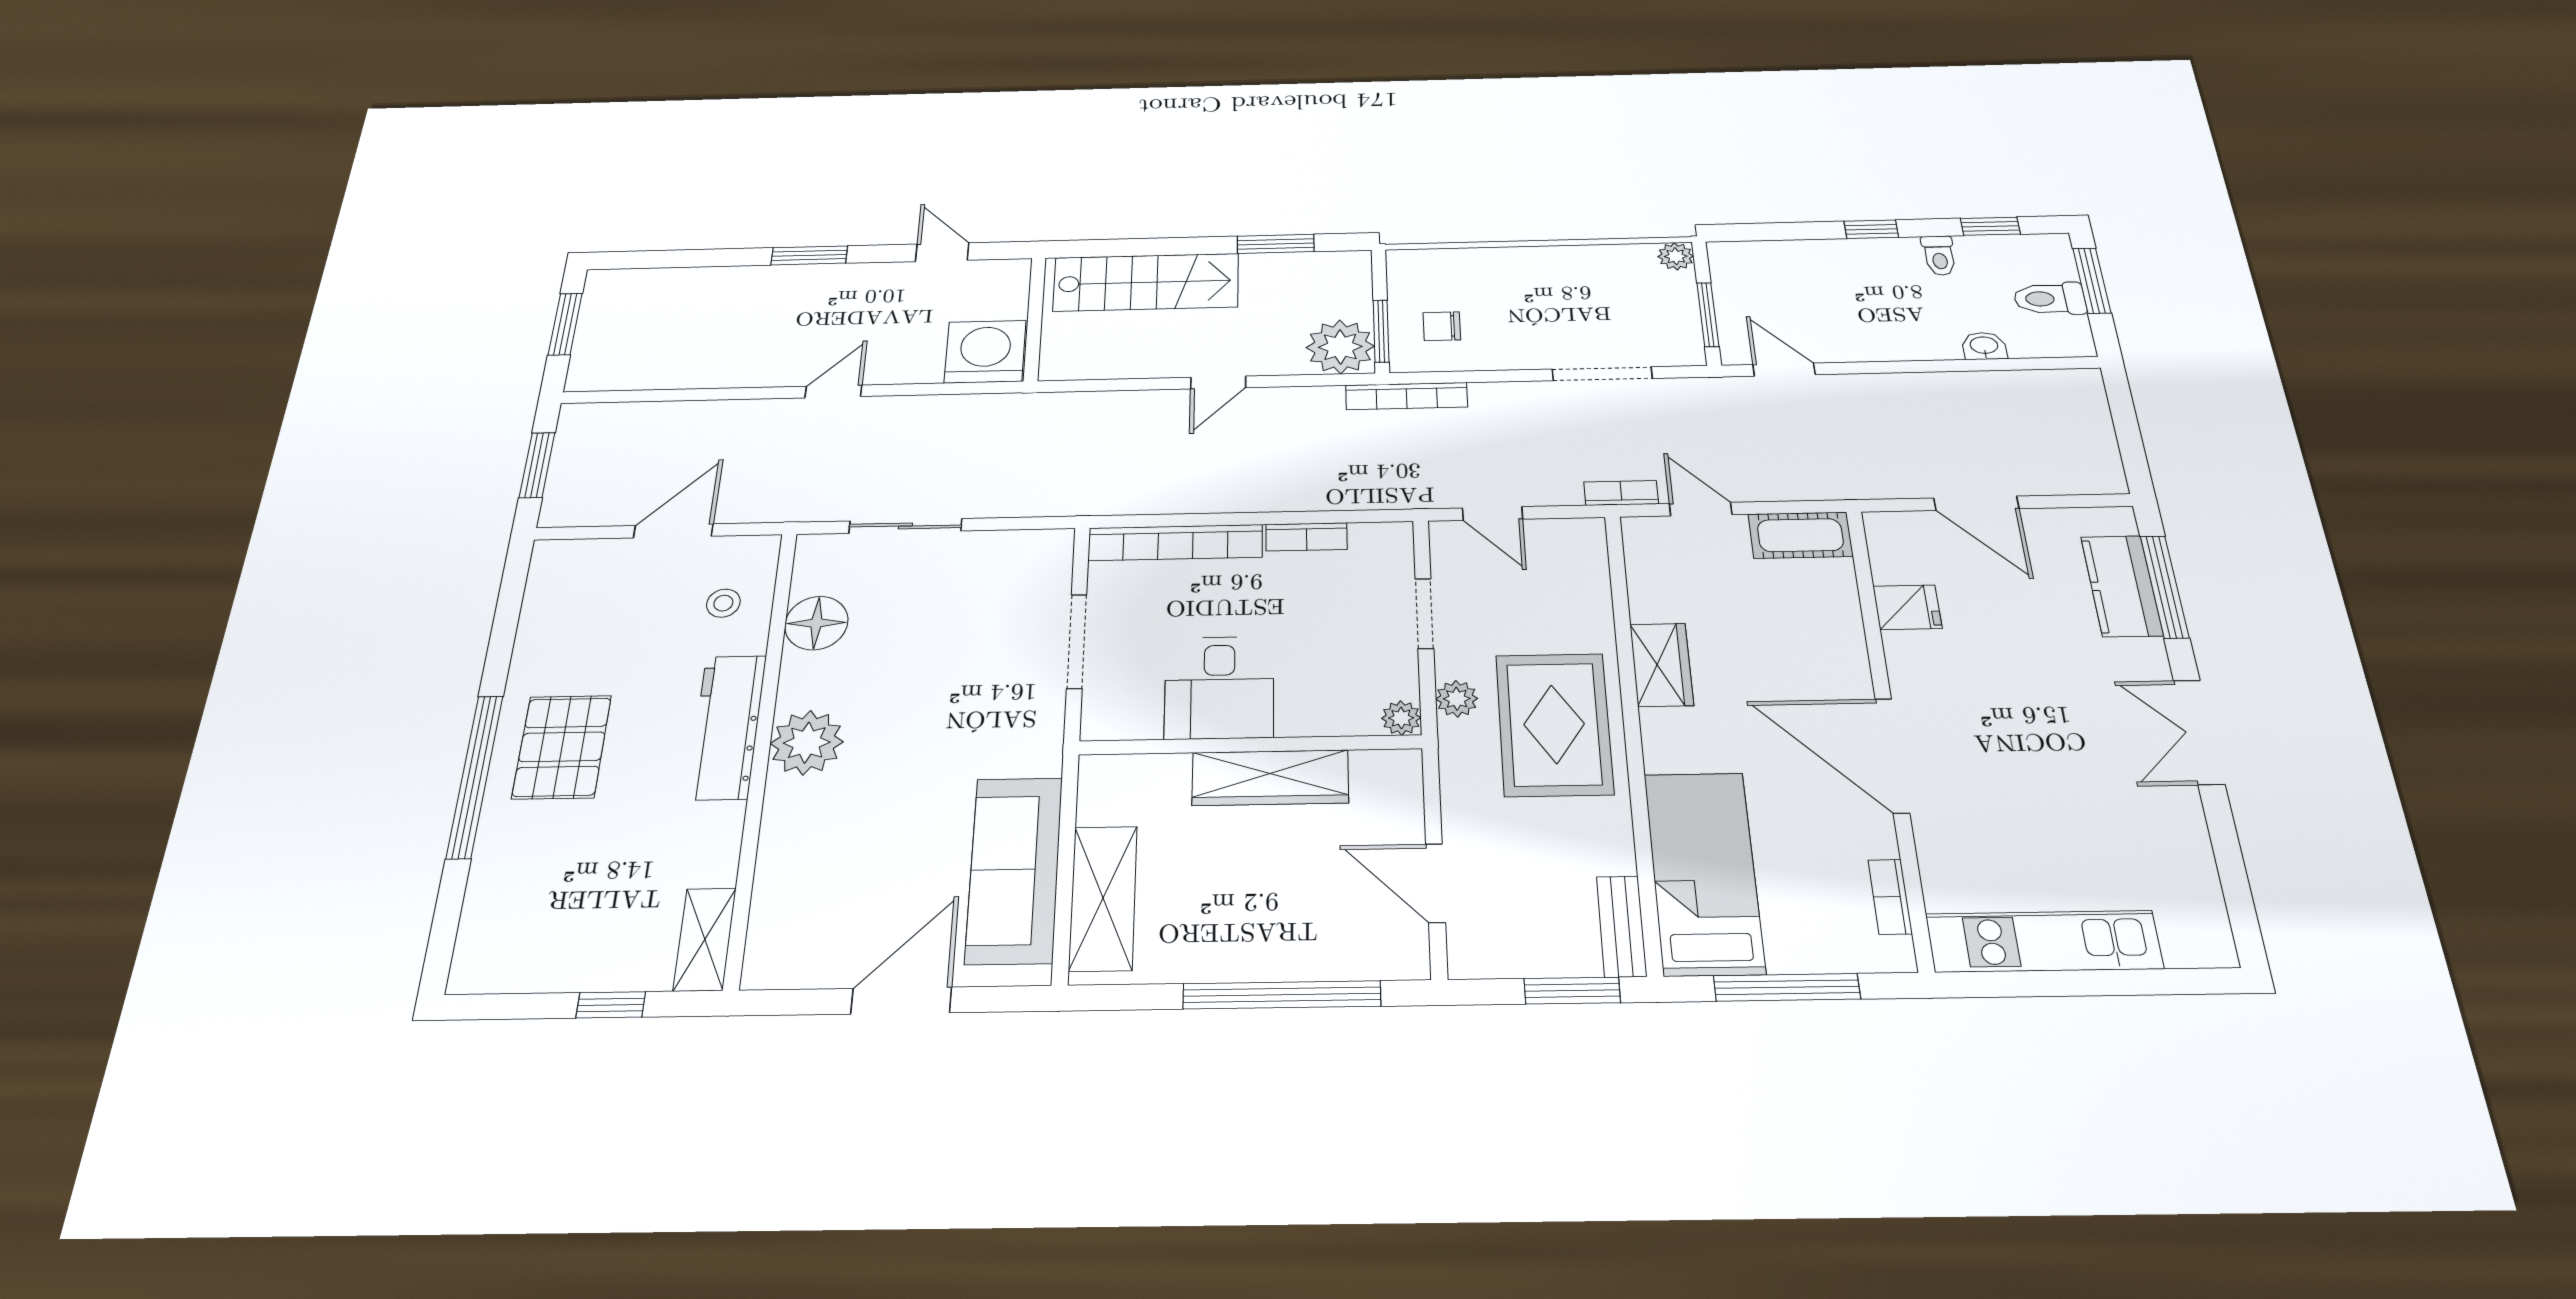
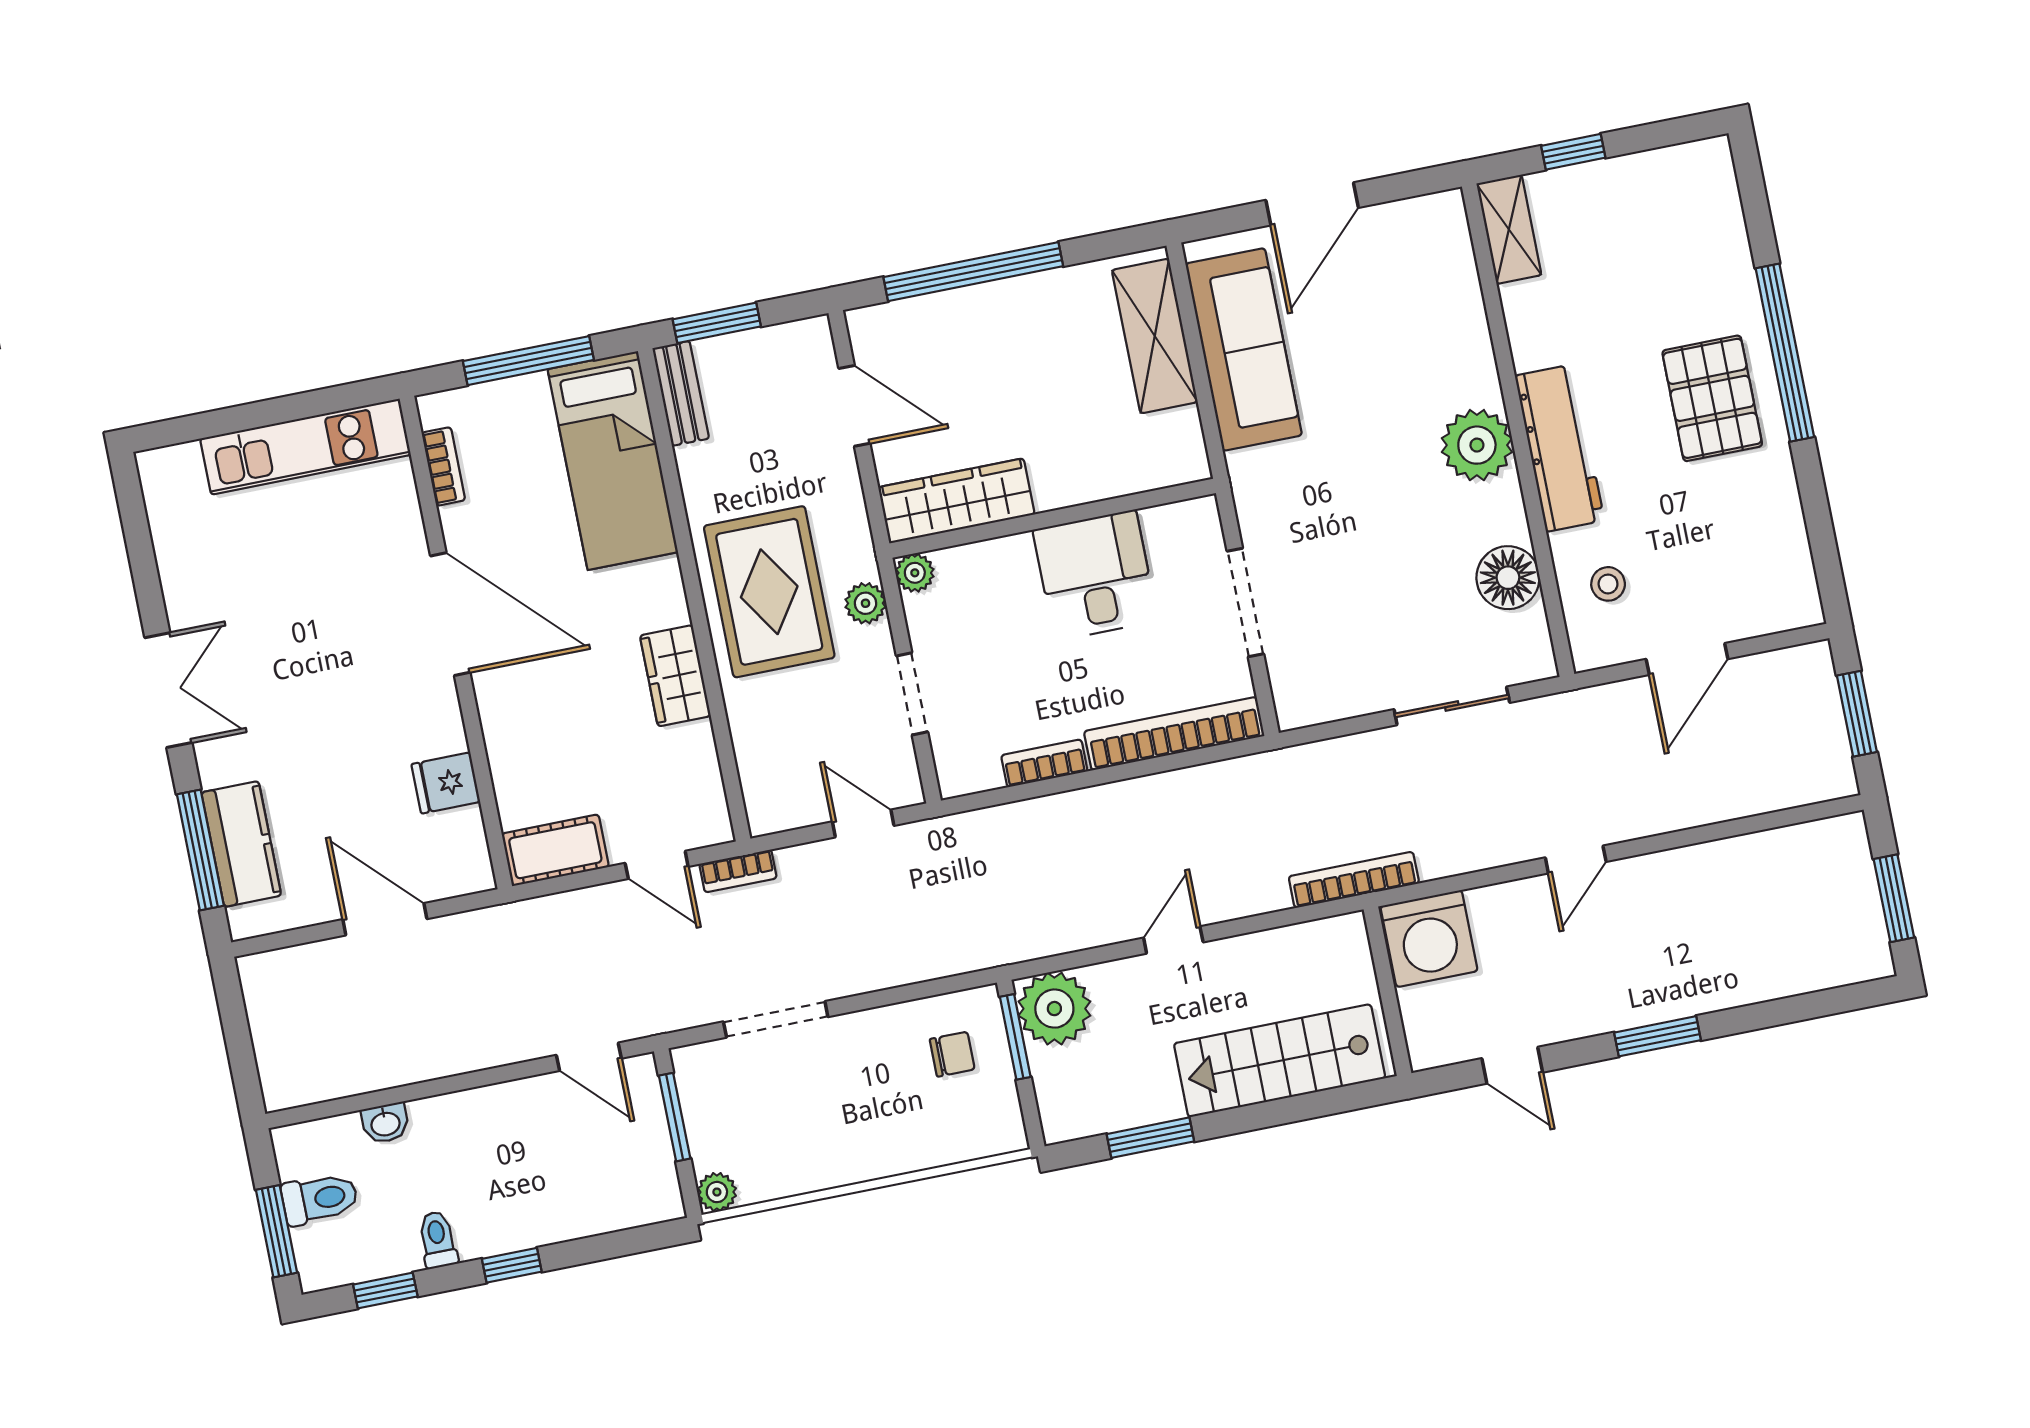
bookcase: (1407, 396) -> (1354, 880), moved
wardrobe: (1270, 778) -> (956, 501), moved

